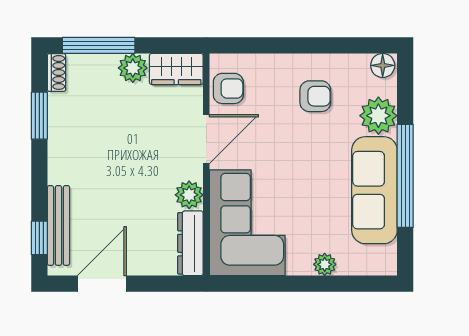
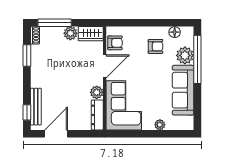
floor lamp: (383, 65) -> (175, 32), moved
window: (405, 176) -> (197, 59), moved

